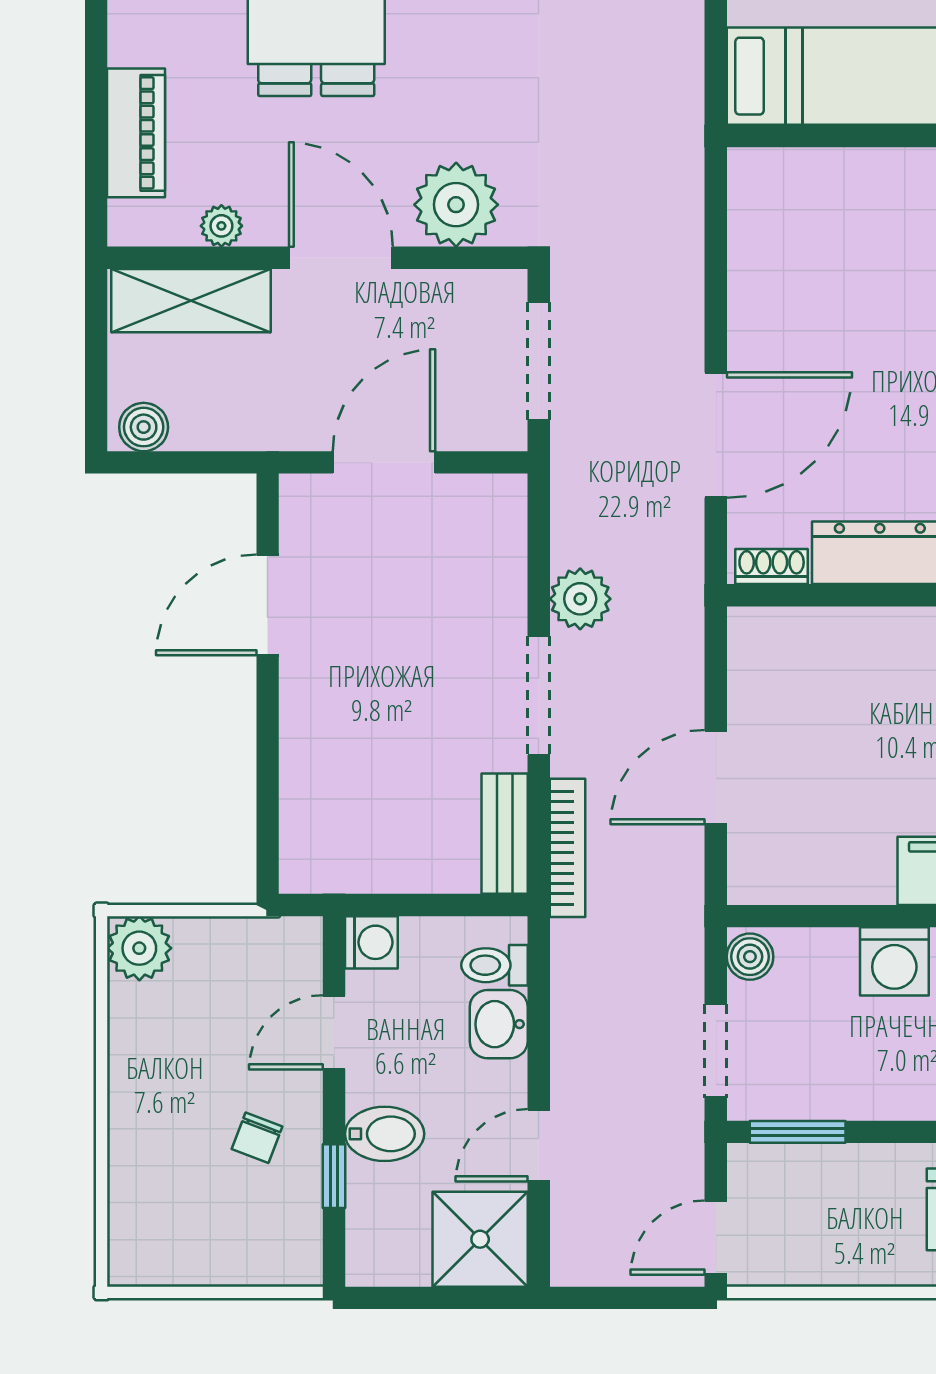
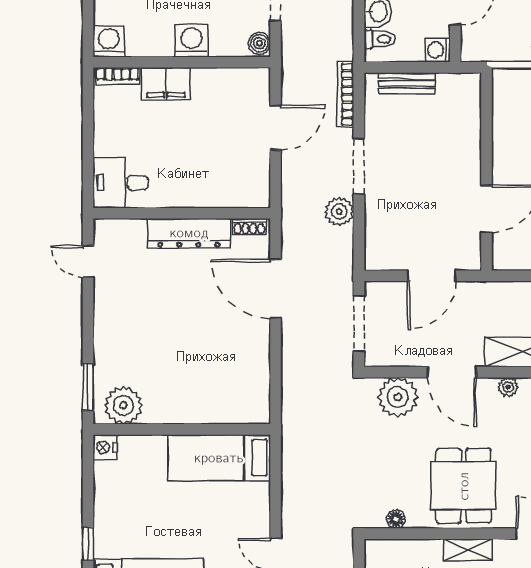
door: (716, 435) -> (276, 289), hinge flipped
bench: (505, 834) -> (407, 83), moved, turned 90

